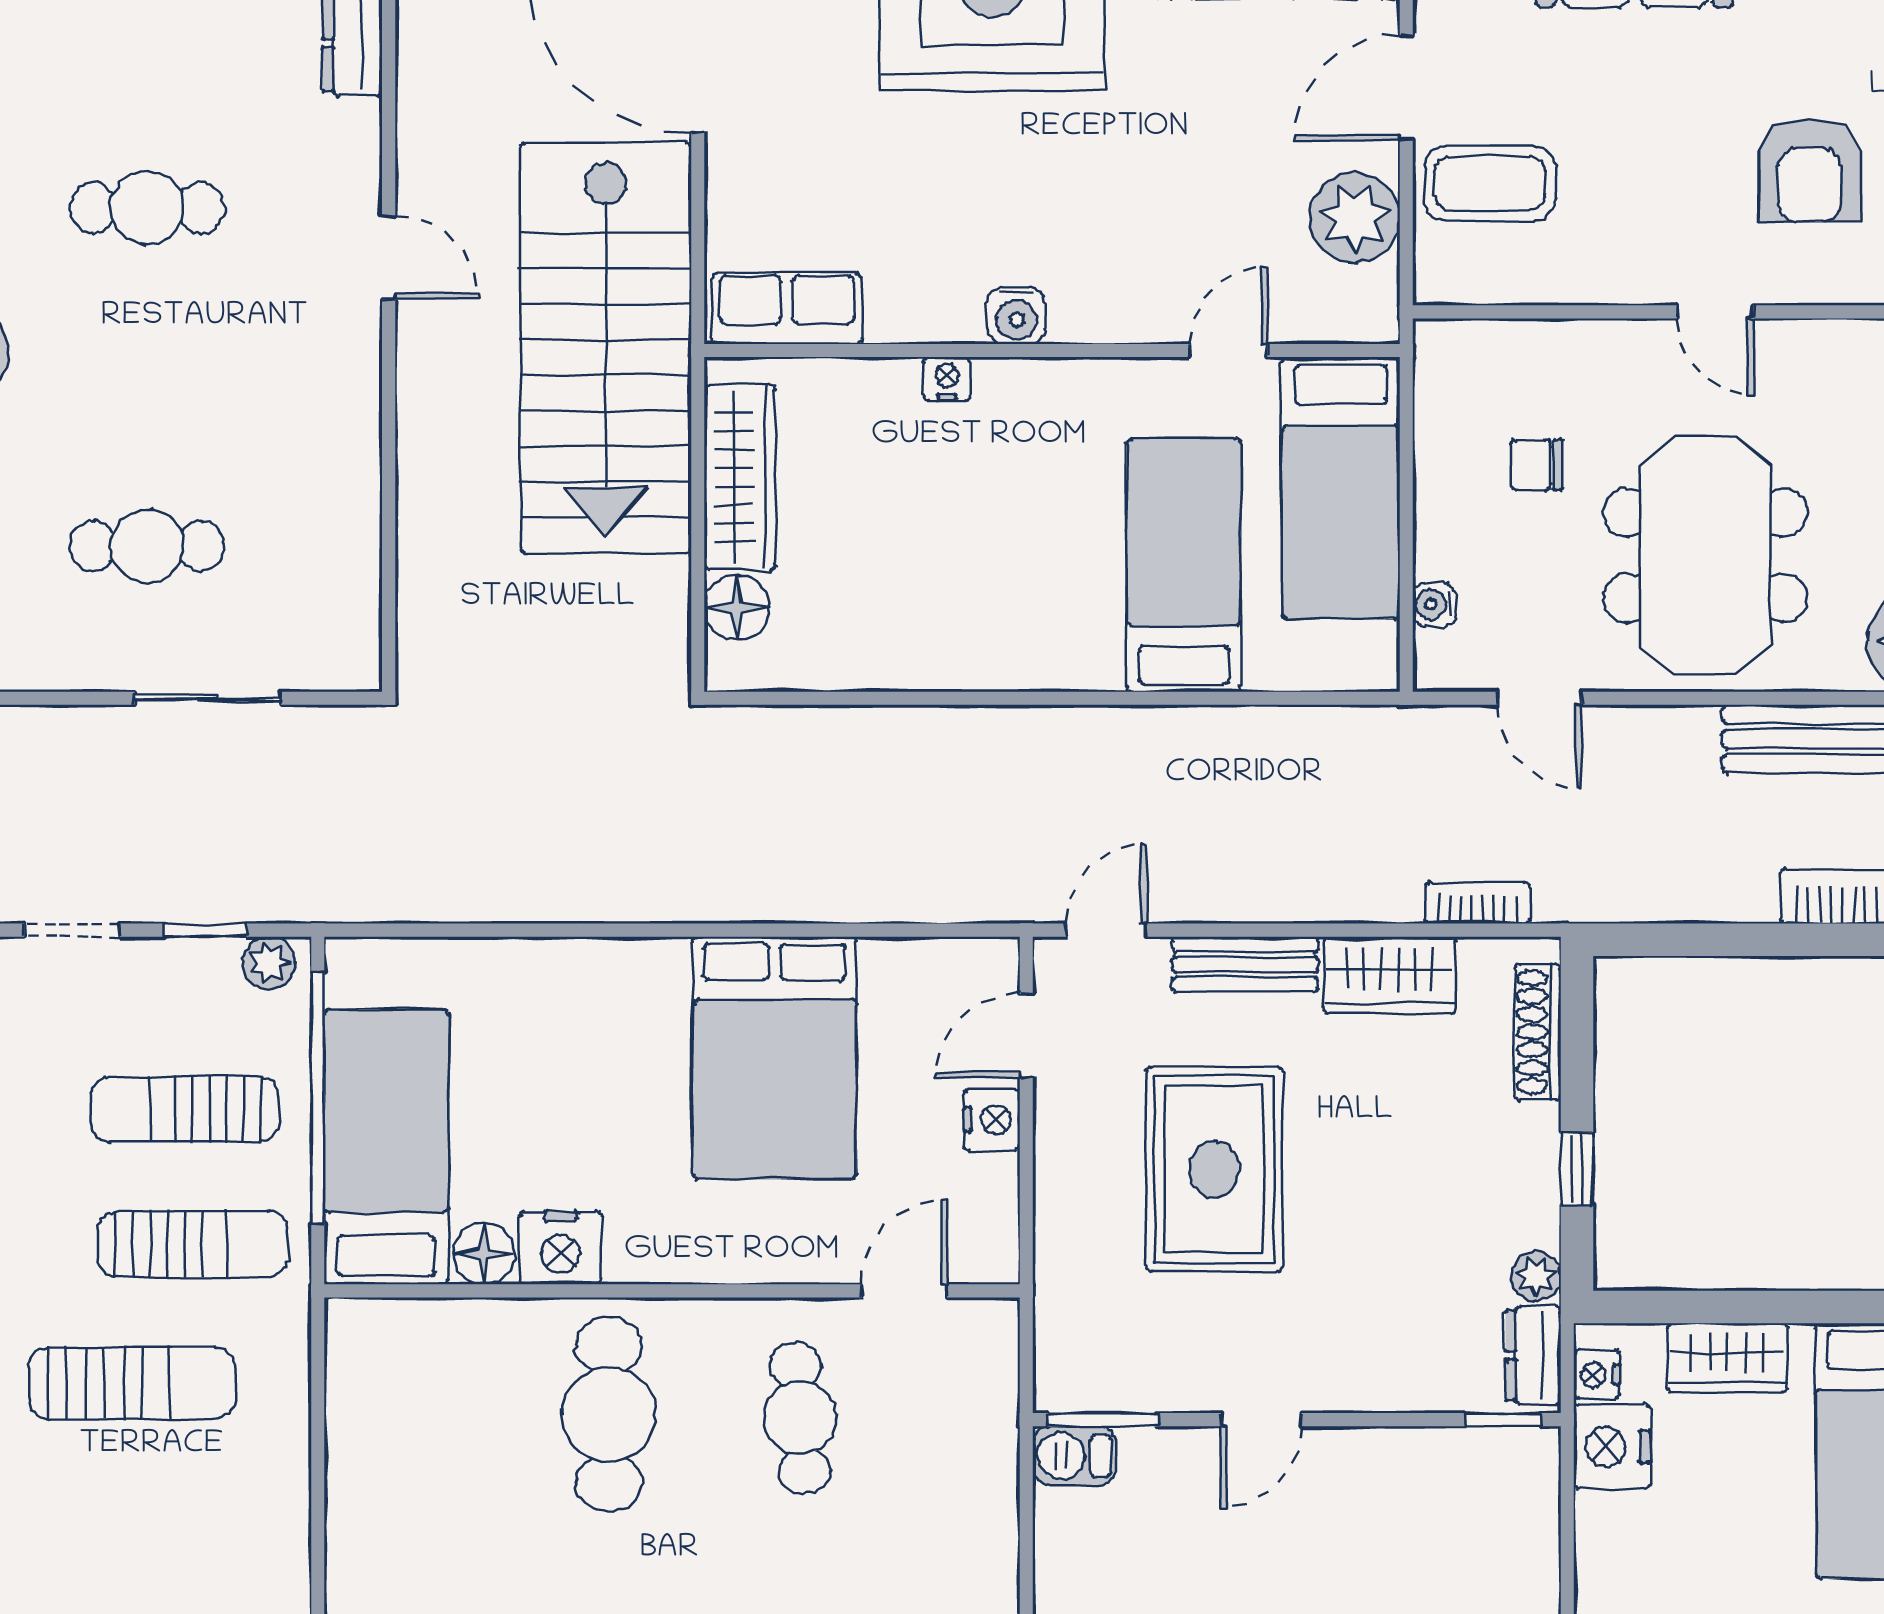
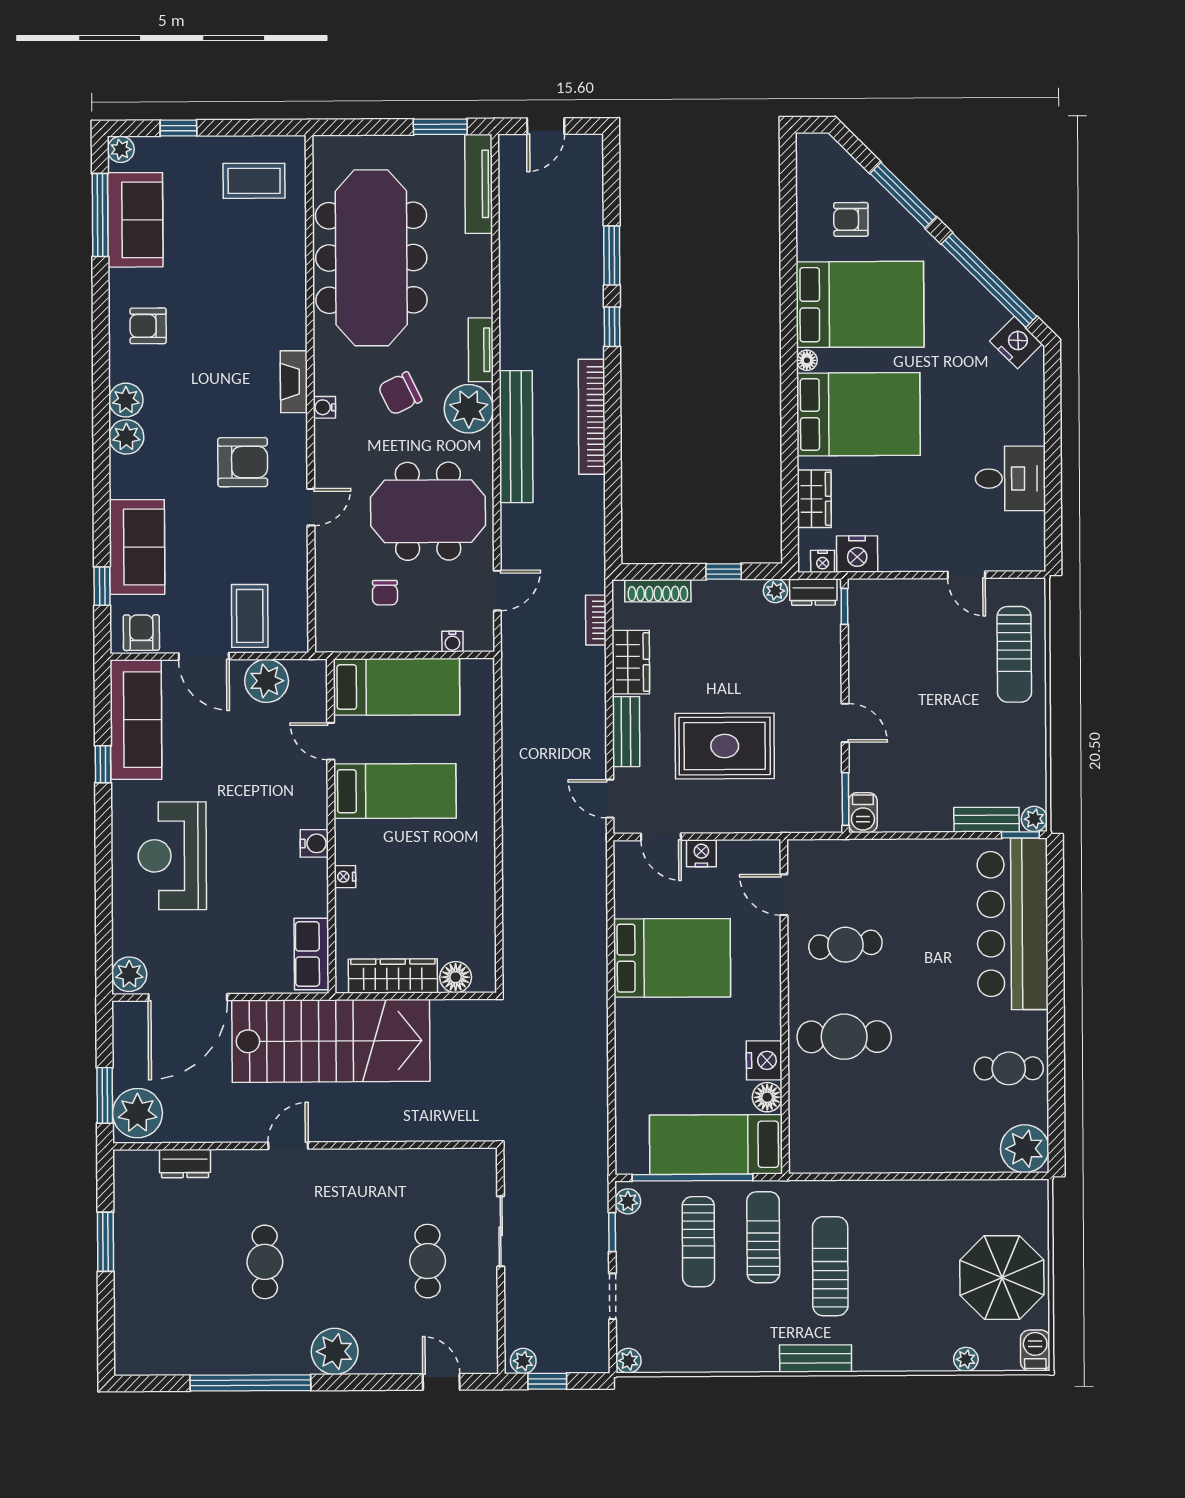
bed: (1184, 565) -> (395, 791), moved, turned 180

